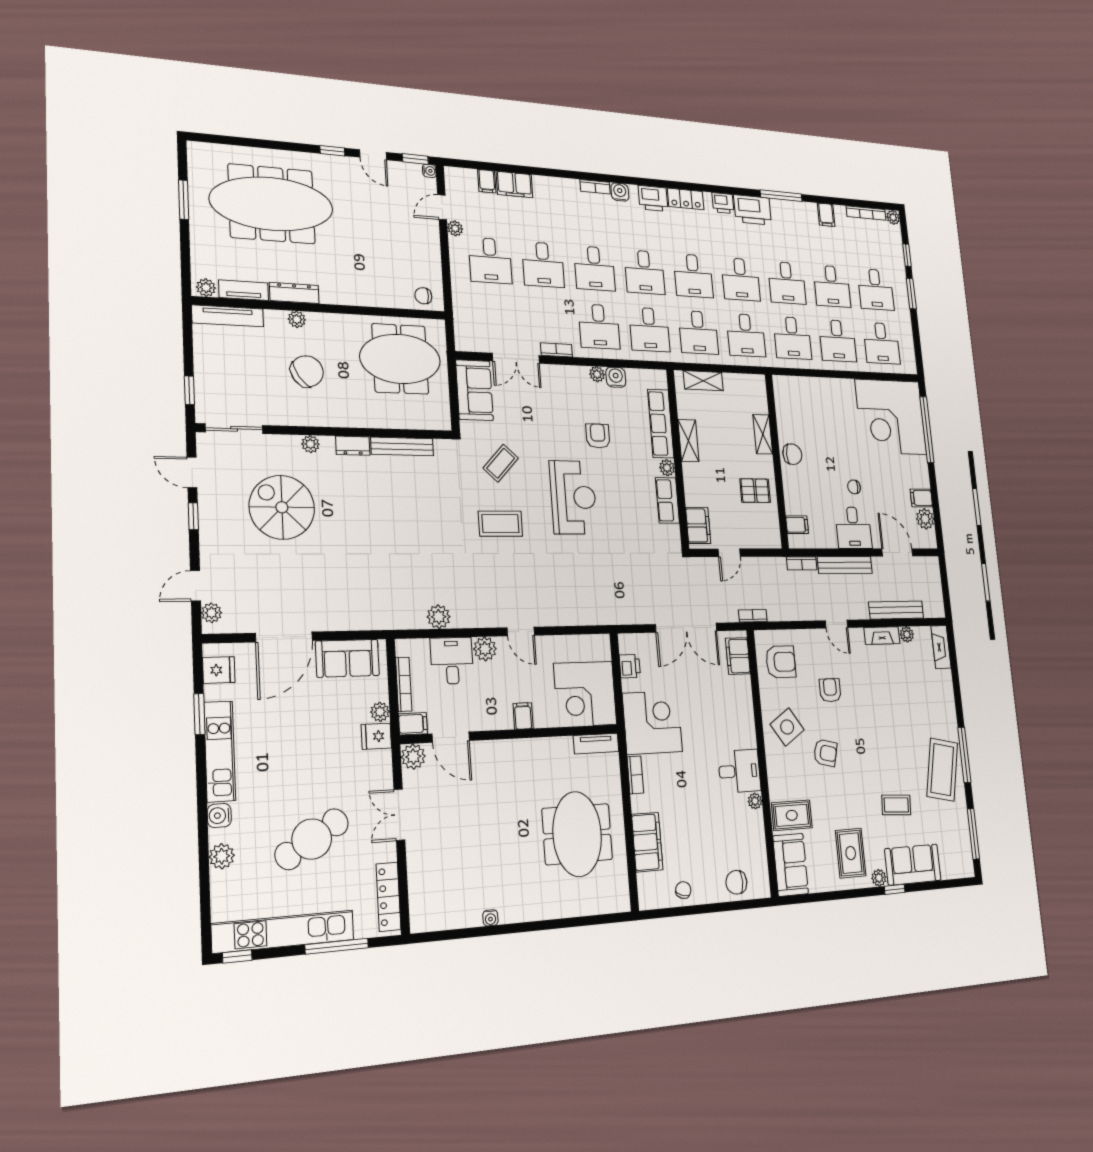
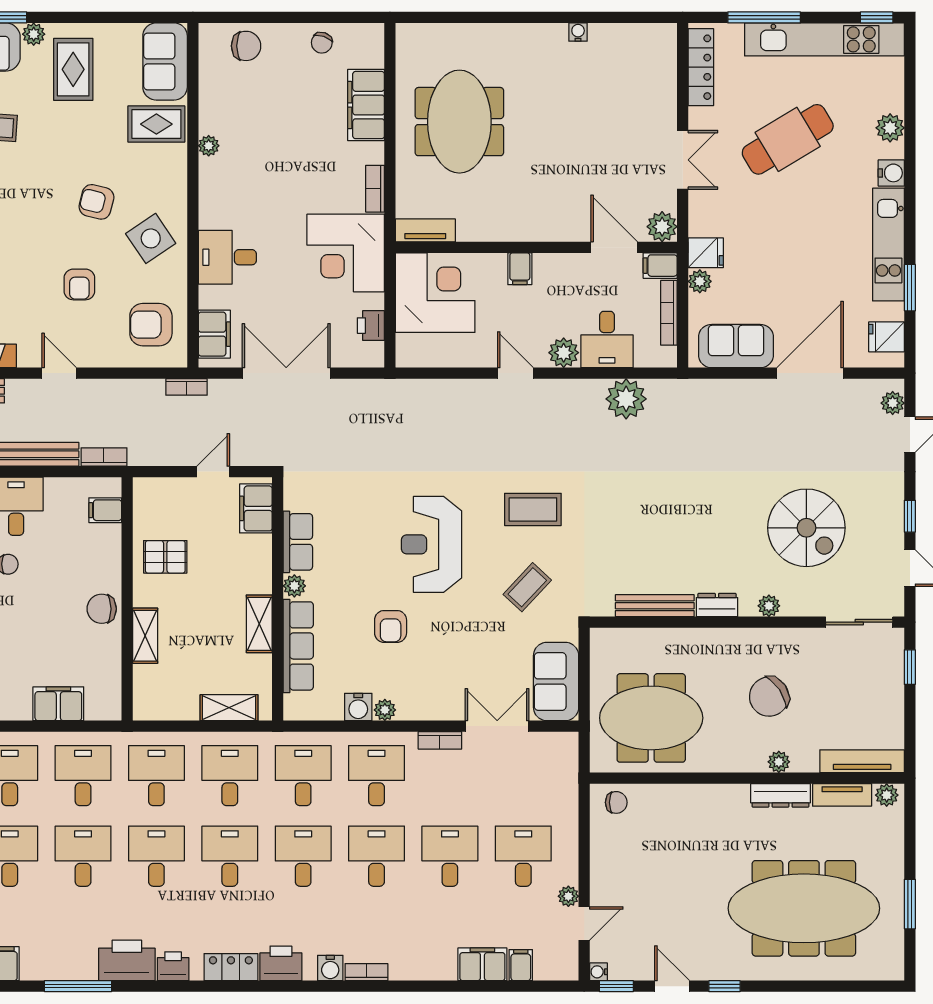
filing cabinet: (813, 388) -> (58, 704), added
plant: (439, 617) -> (626, 399), width x1.36, depth x1.36
desk: (739, 771) -> (227, 257), moved

